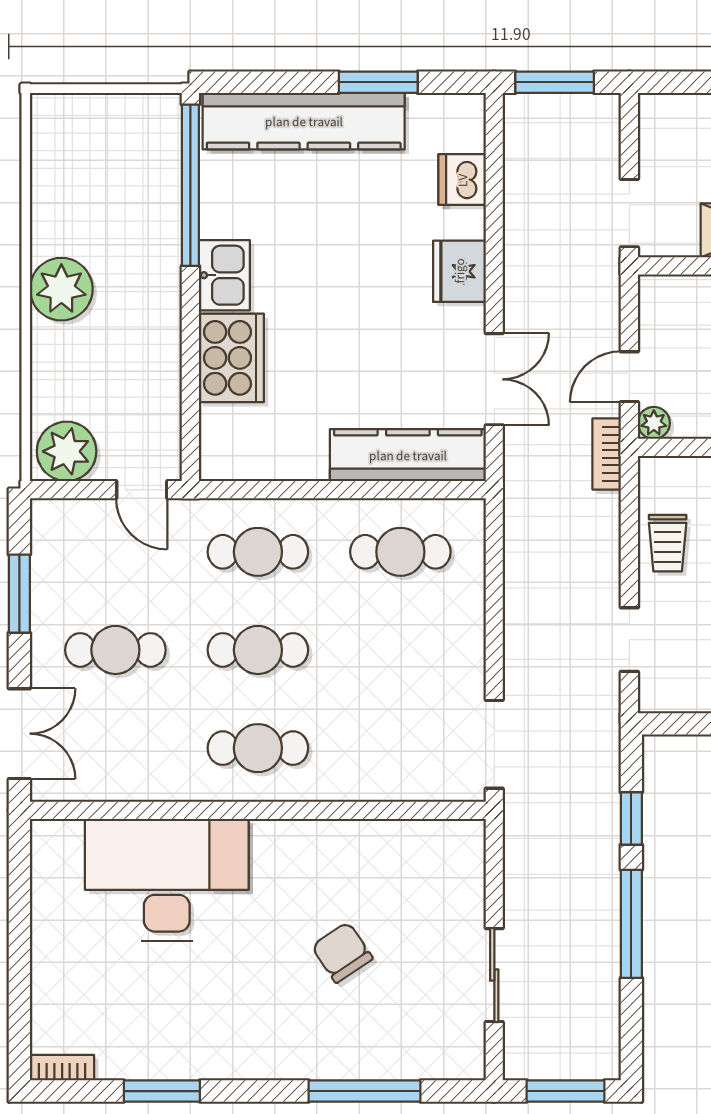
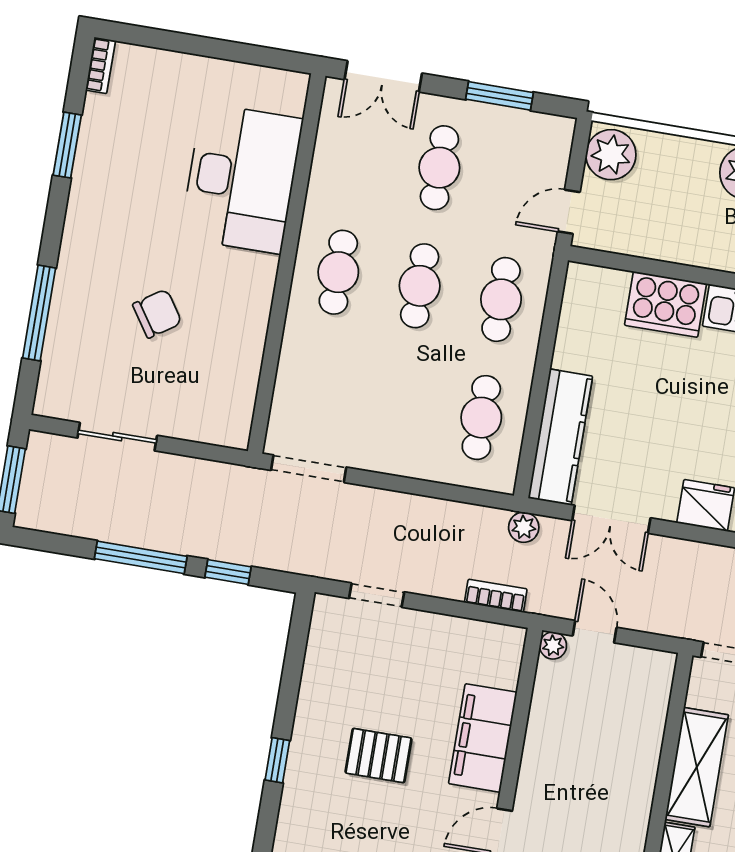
bookcase: (607, 454) -> (496, 596), moved
plant: (521, 481) -> (524, 527), added
trolley: (668, 543) -> (451, 640), removed

